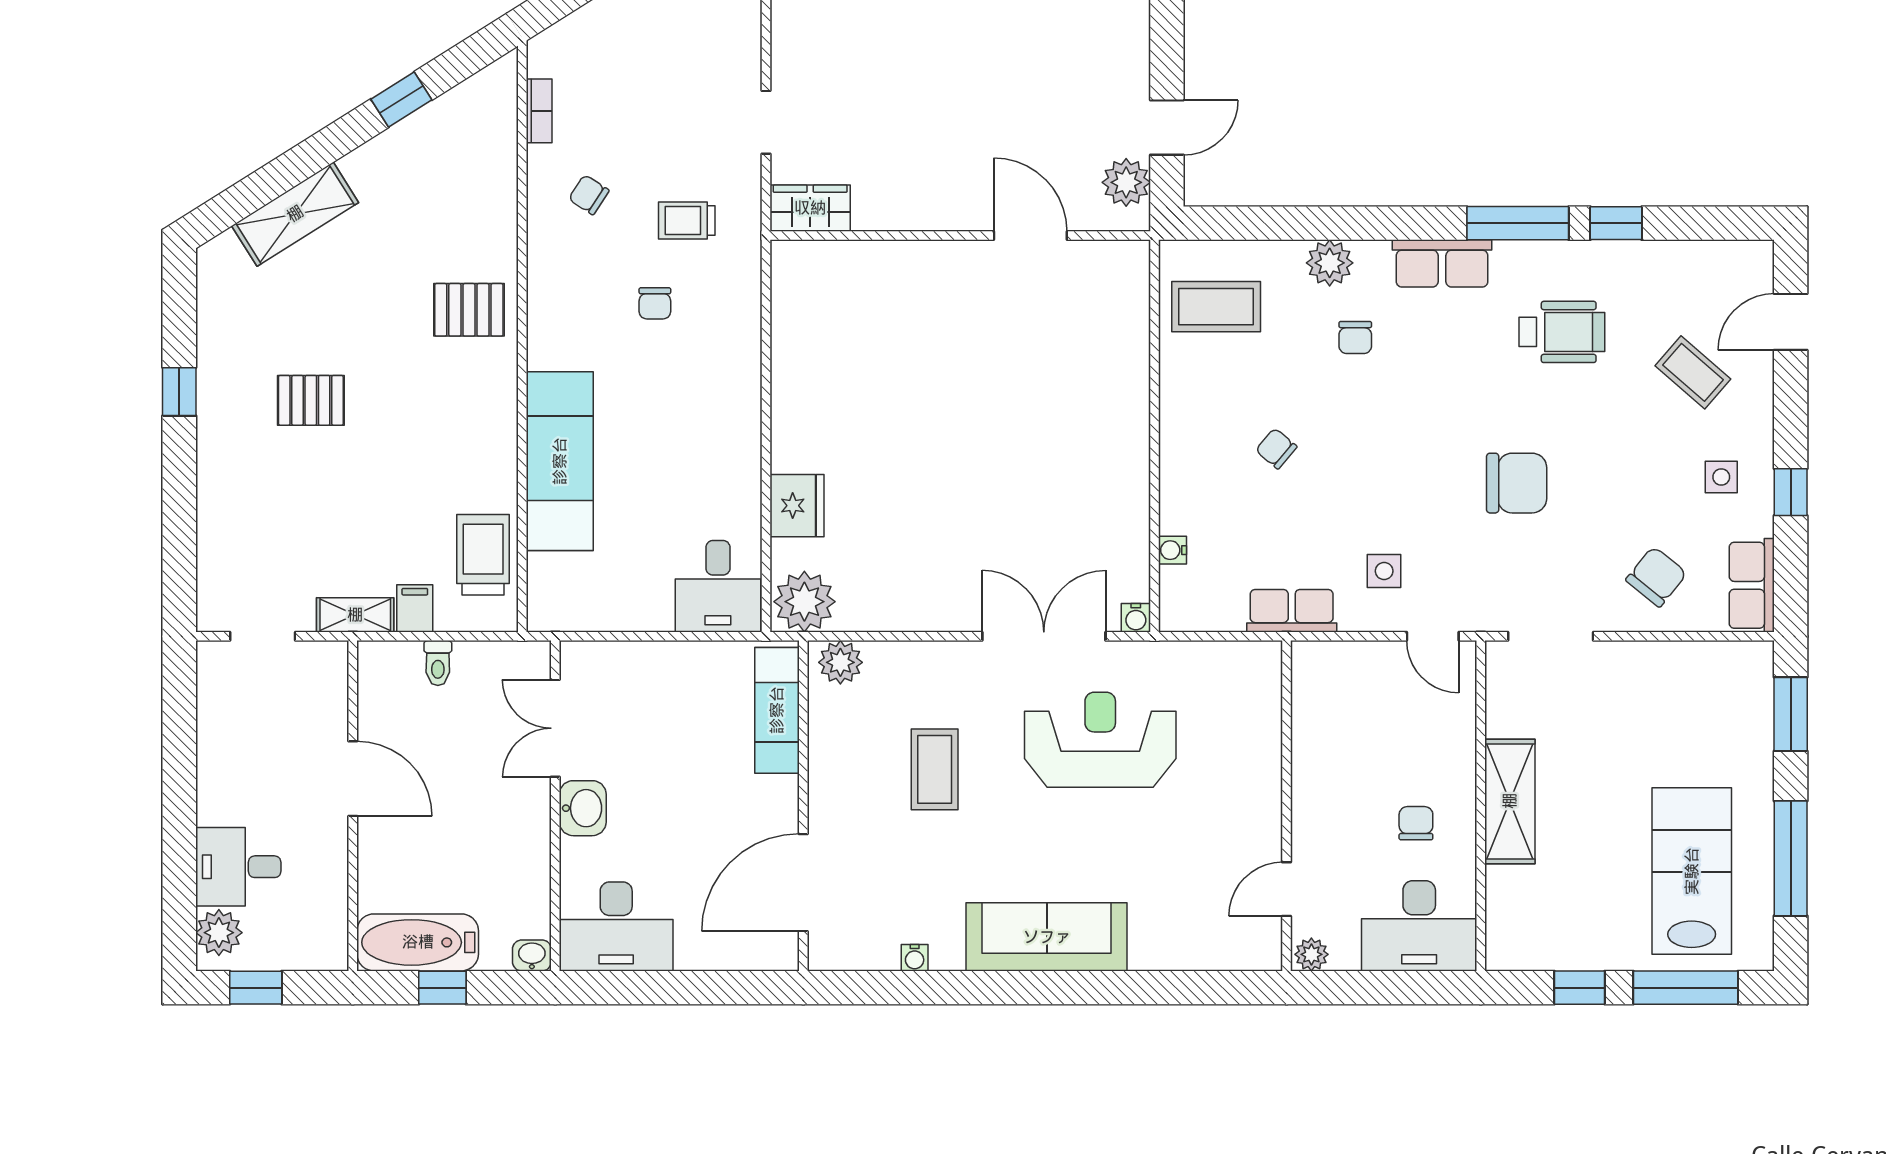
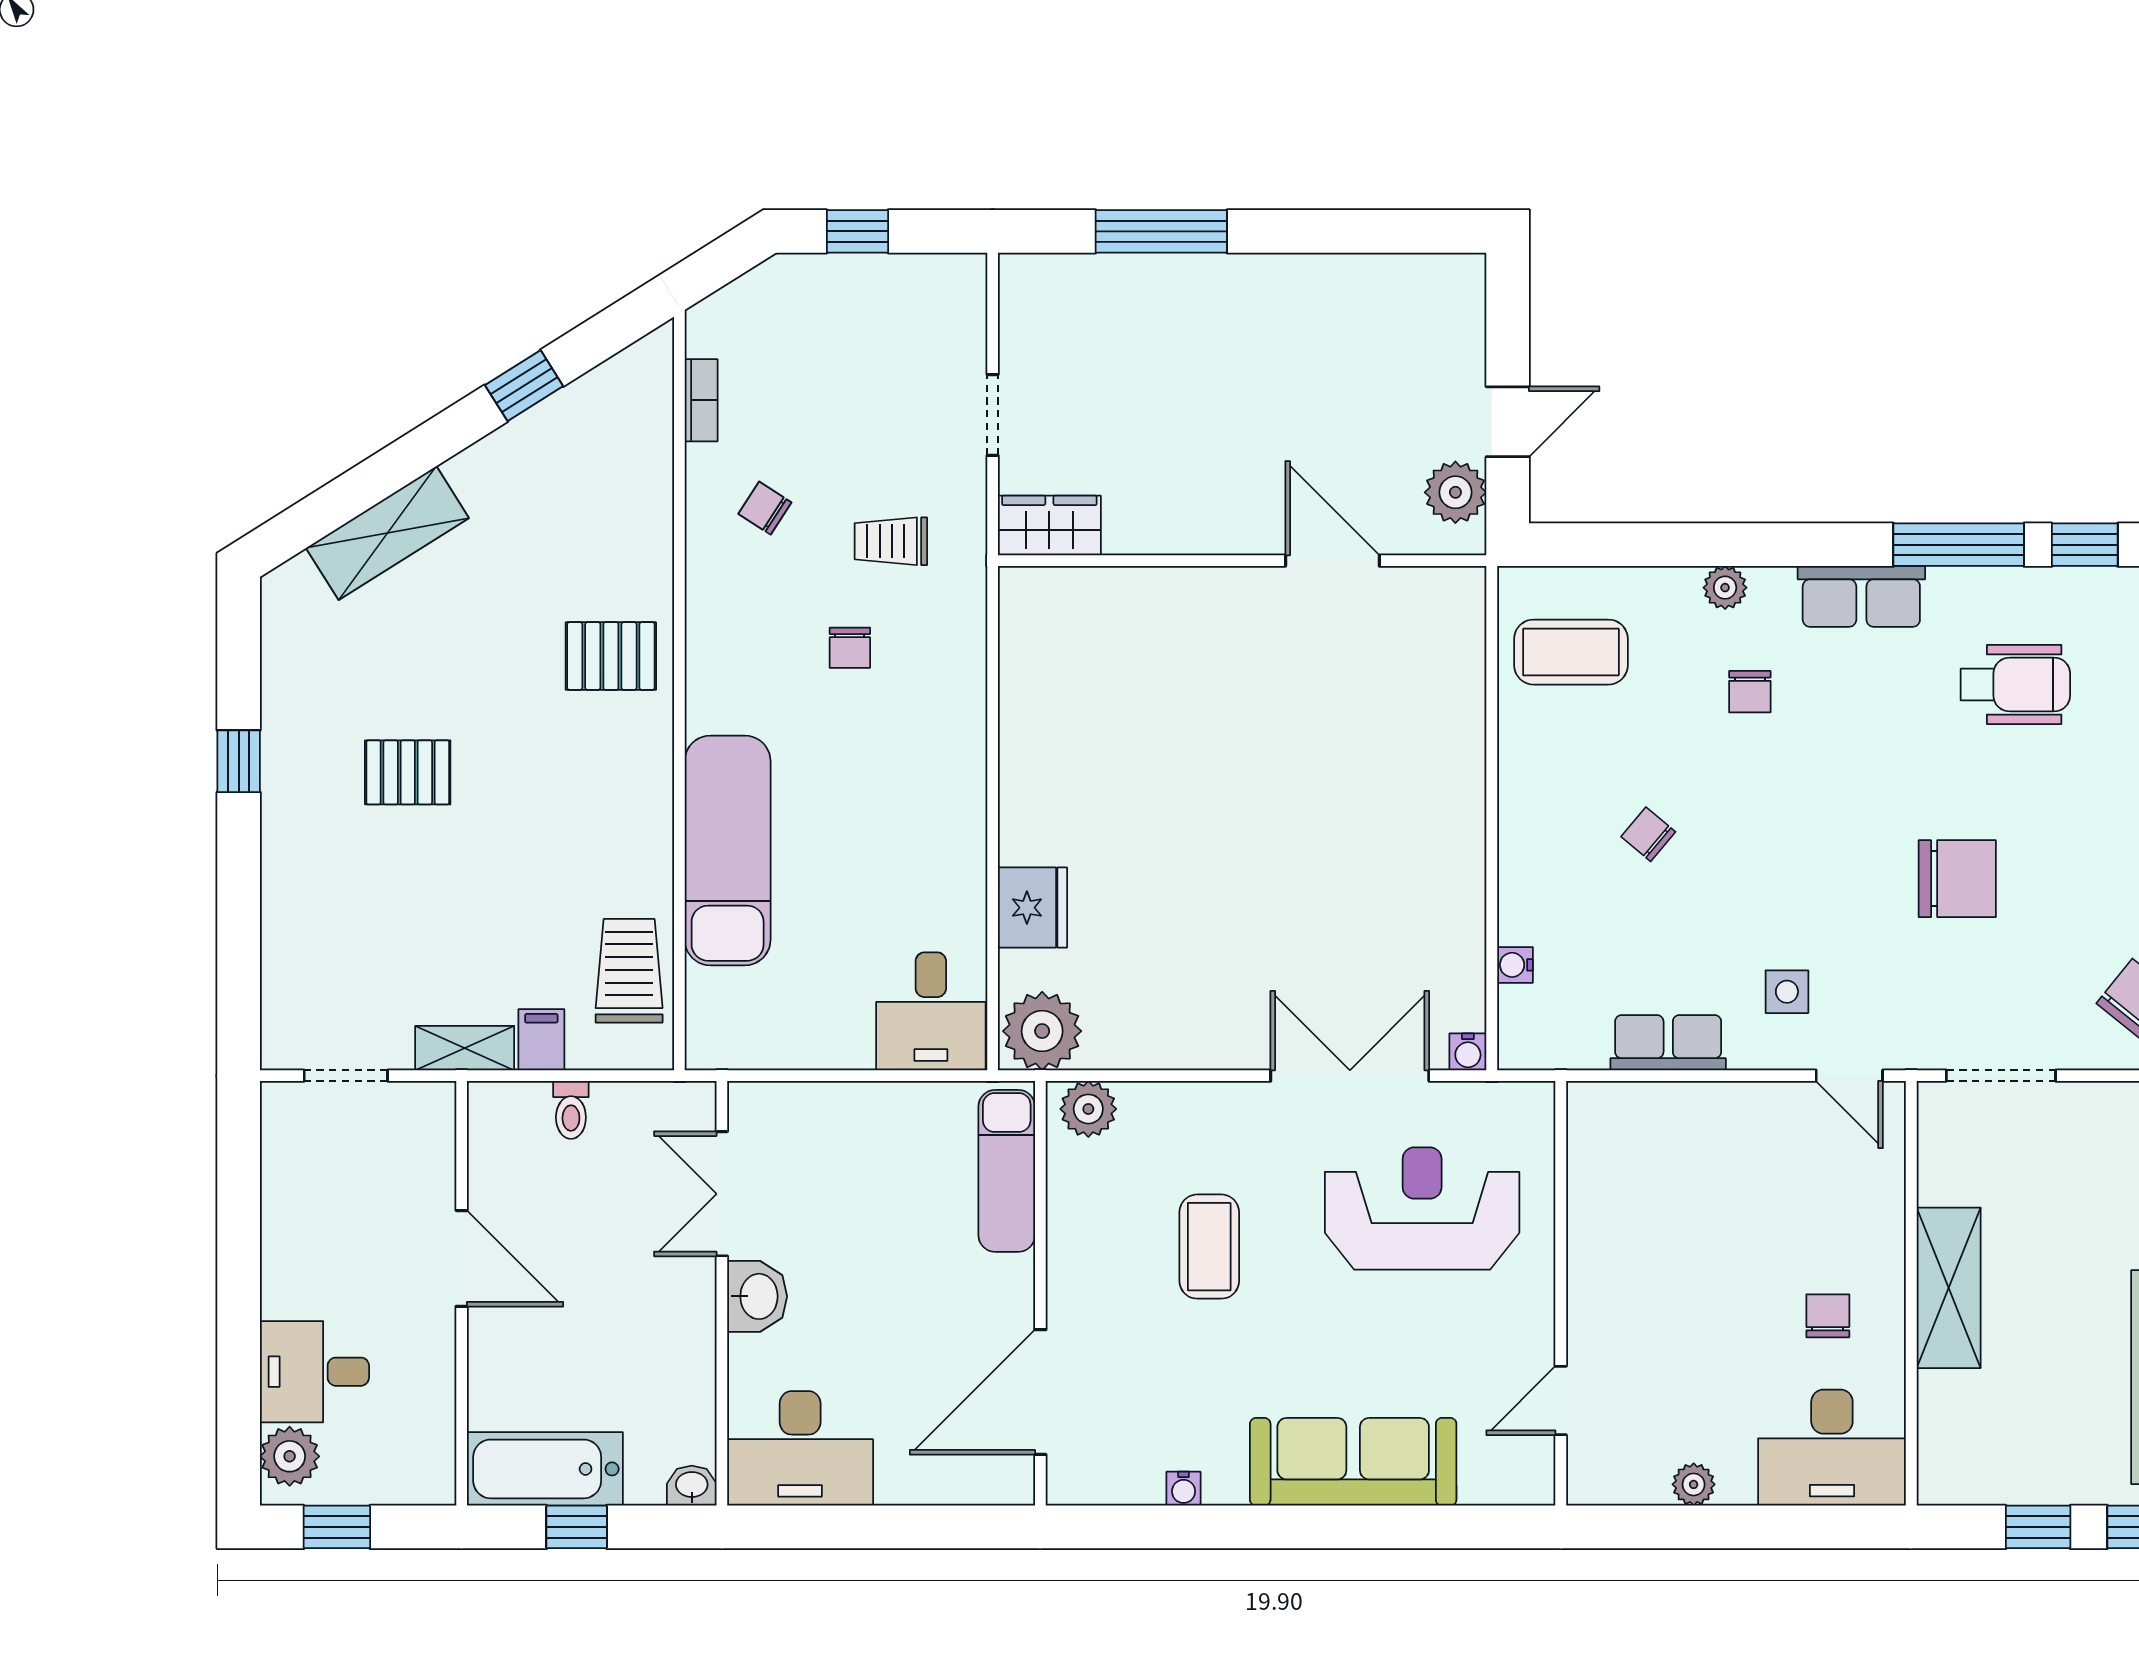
plant: (1330, 263) -> (1725, 588), width x0.73, depth x0.73
wall: (1287, 806) -> (1561, 1293), moved
door: (1287, 889) -> (1561, 1401), moved

